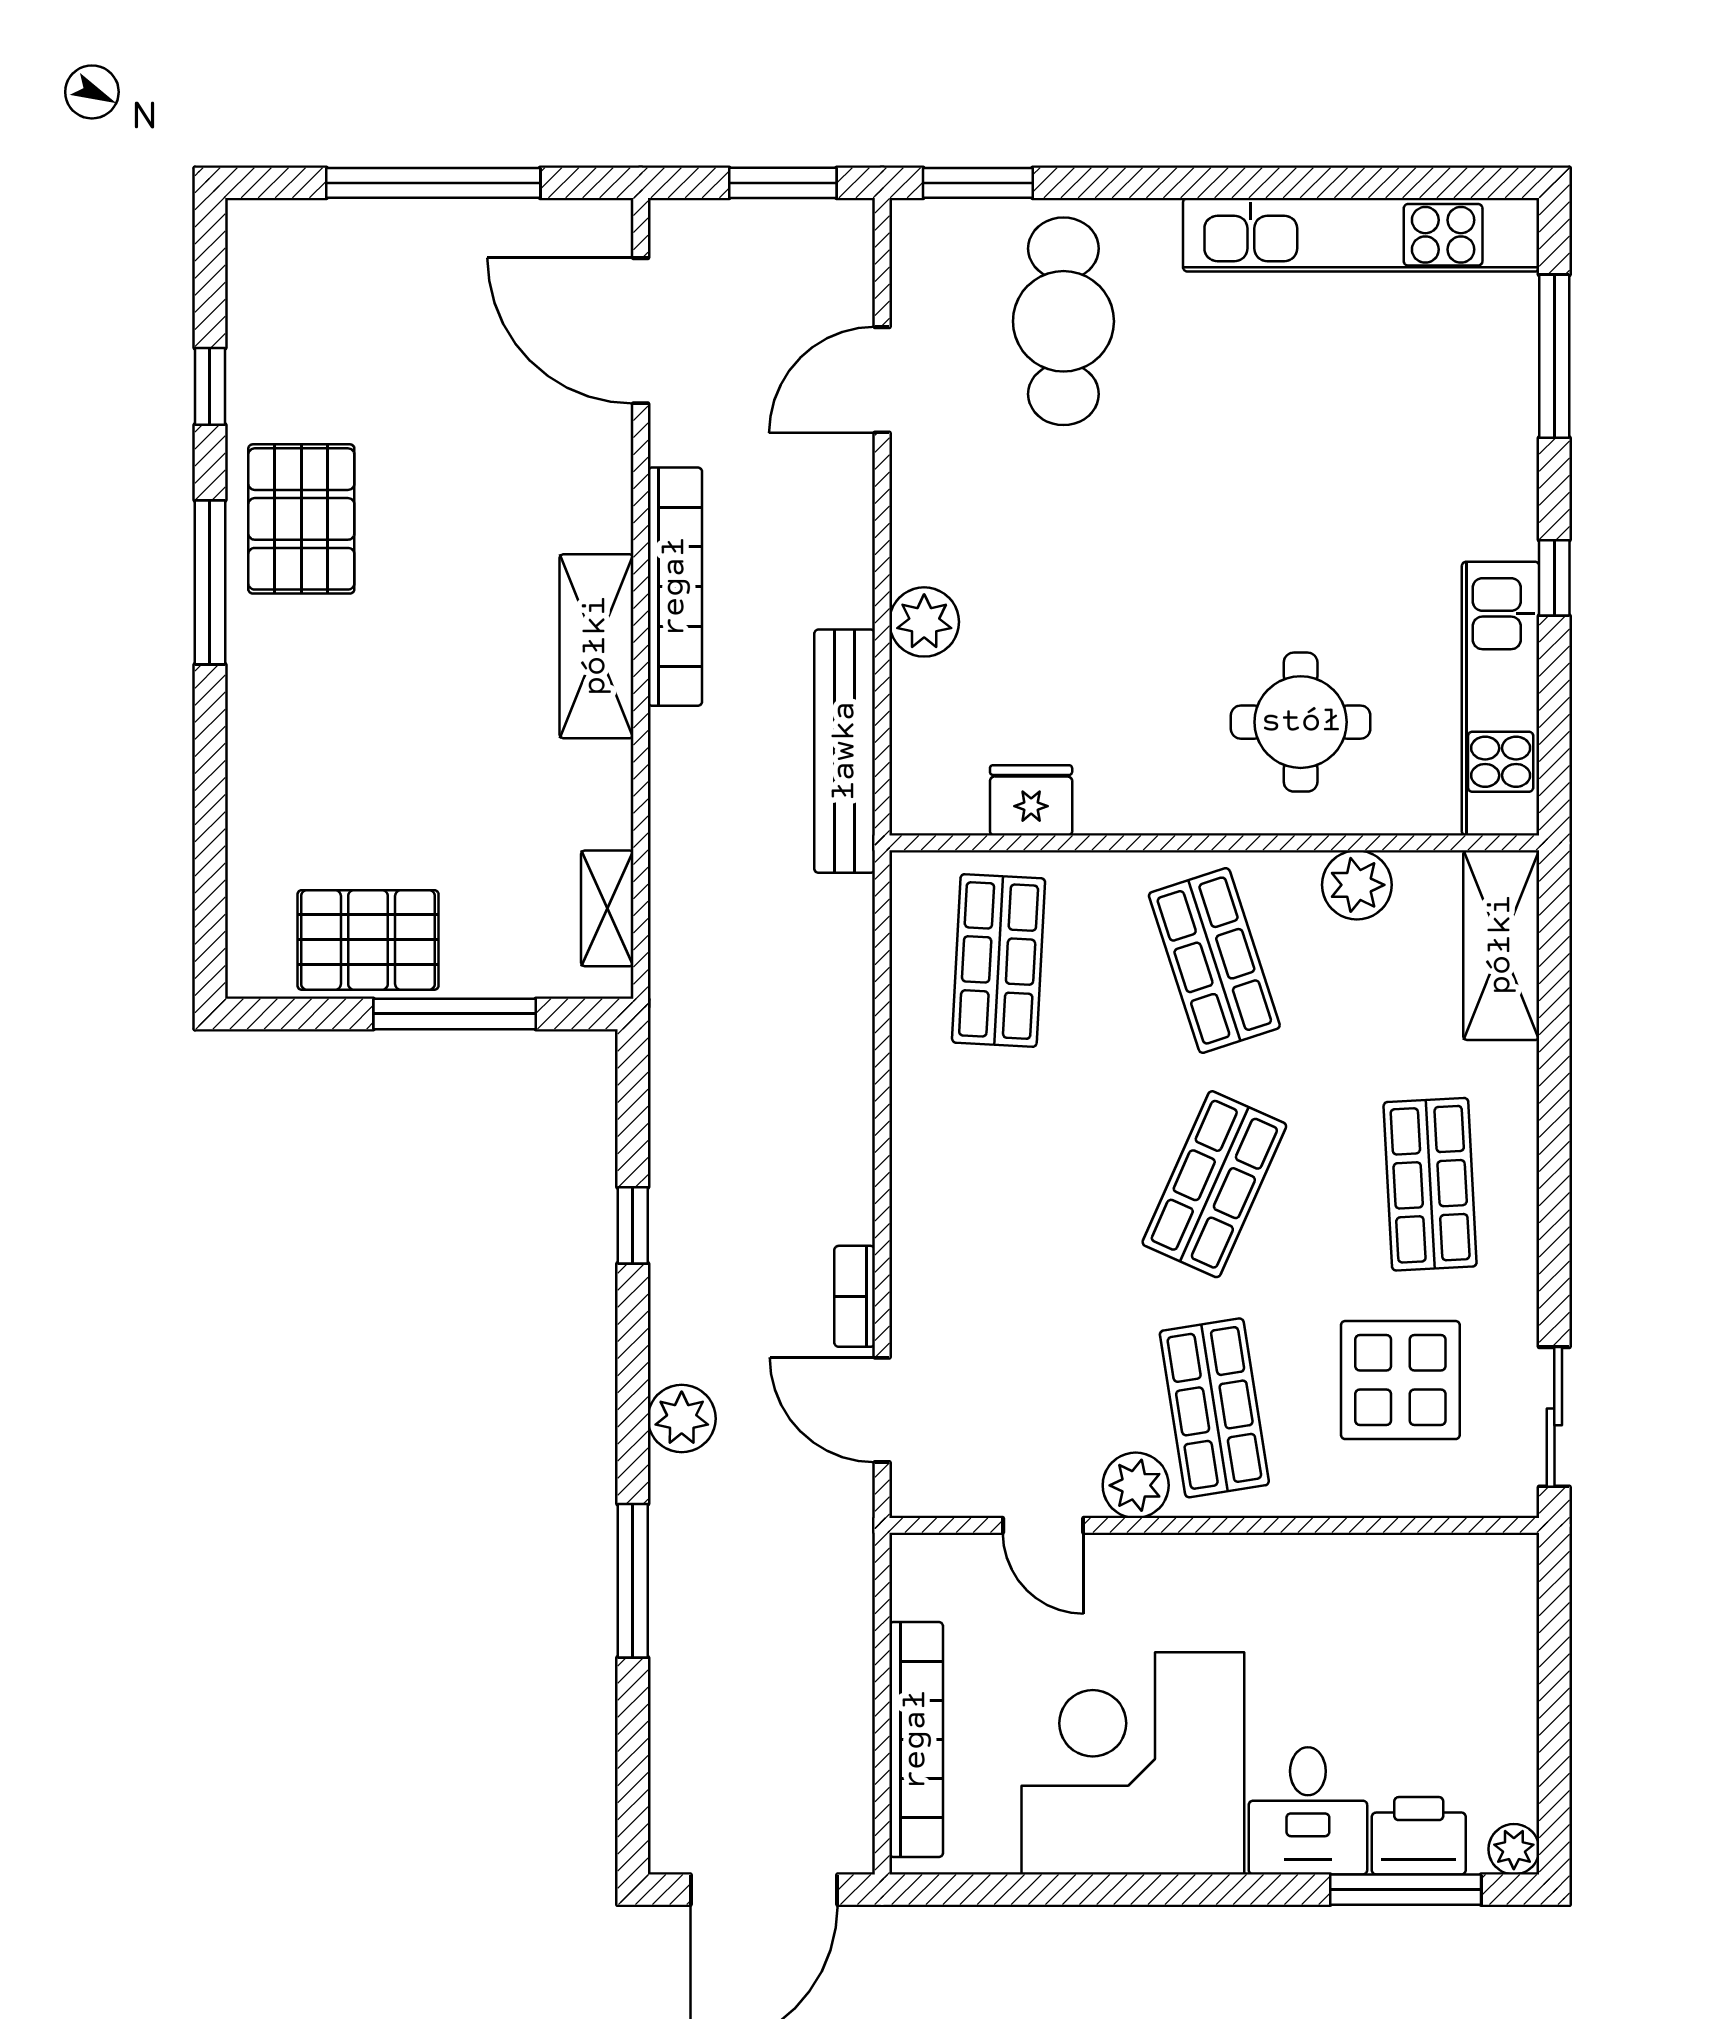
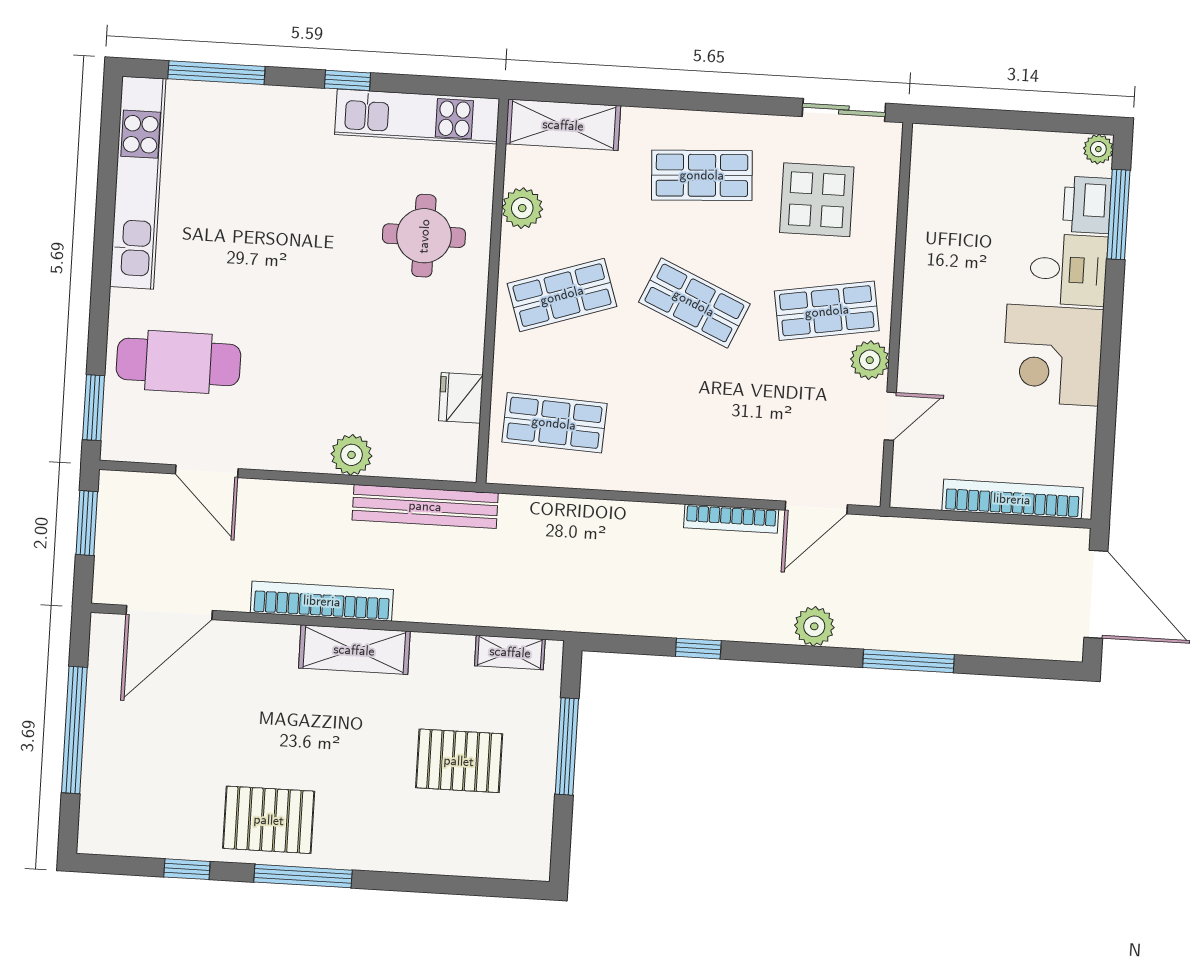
pallet: (368, 940) -> (459, 761), moved, turned 90
bookcase: (855, 1296) -> (731, 519), width x1.56
corner desk: (1133, 1763) -> (1053, 355), width x0.74, depth x0.74

